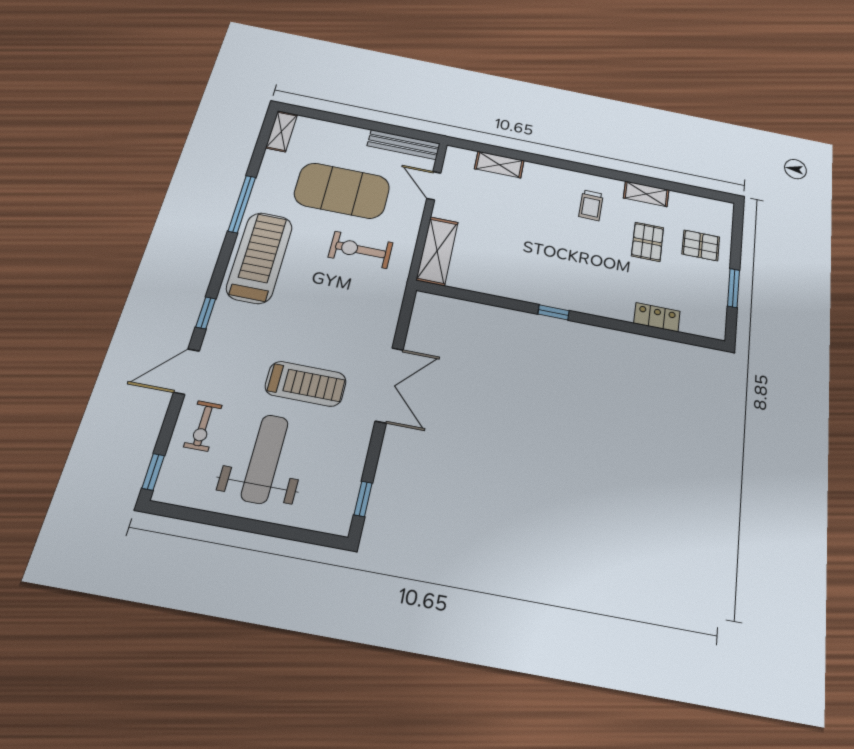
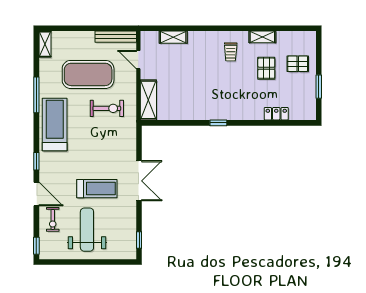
exercise bike: (361, 250) -> (107, 108), turned 180
door: (186, 371) -> (36, 194), swing flipped

